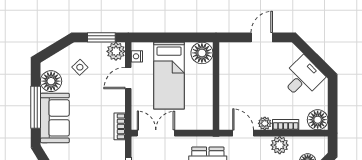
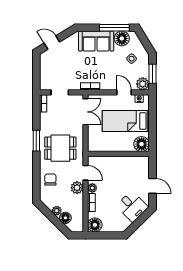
desk: (303, 78) -> (132, 206), moved
window: (36, 107) -> (114, 28), moved
door: (243, 133) -> (85, 173), hinge flipped
plant: (280, 145) -> (77, 188), moved

